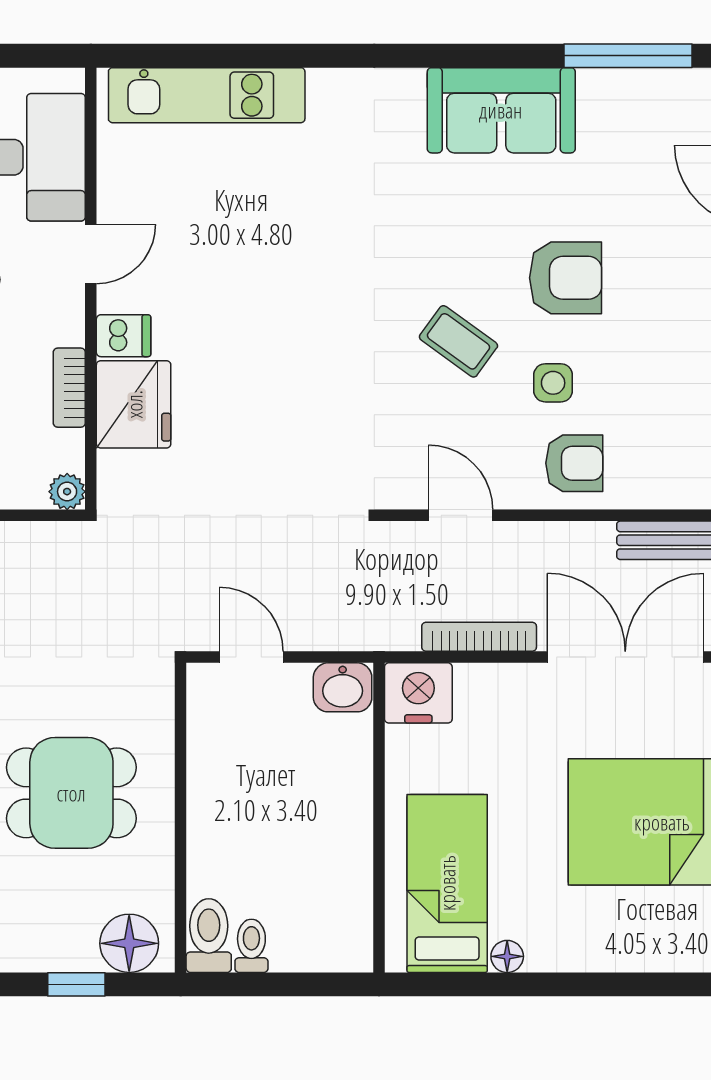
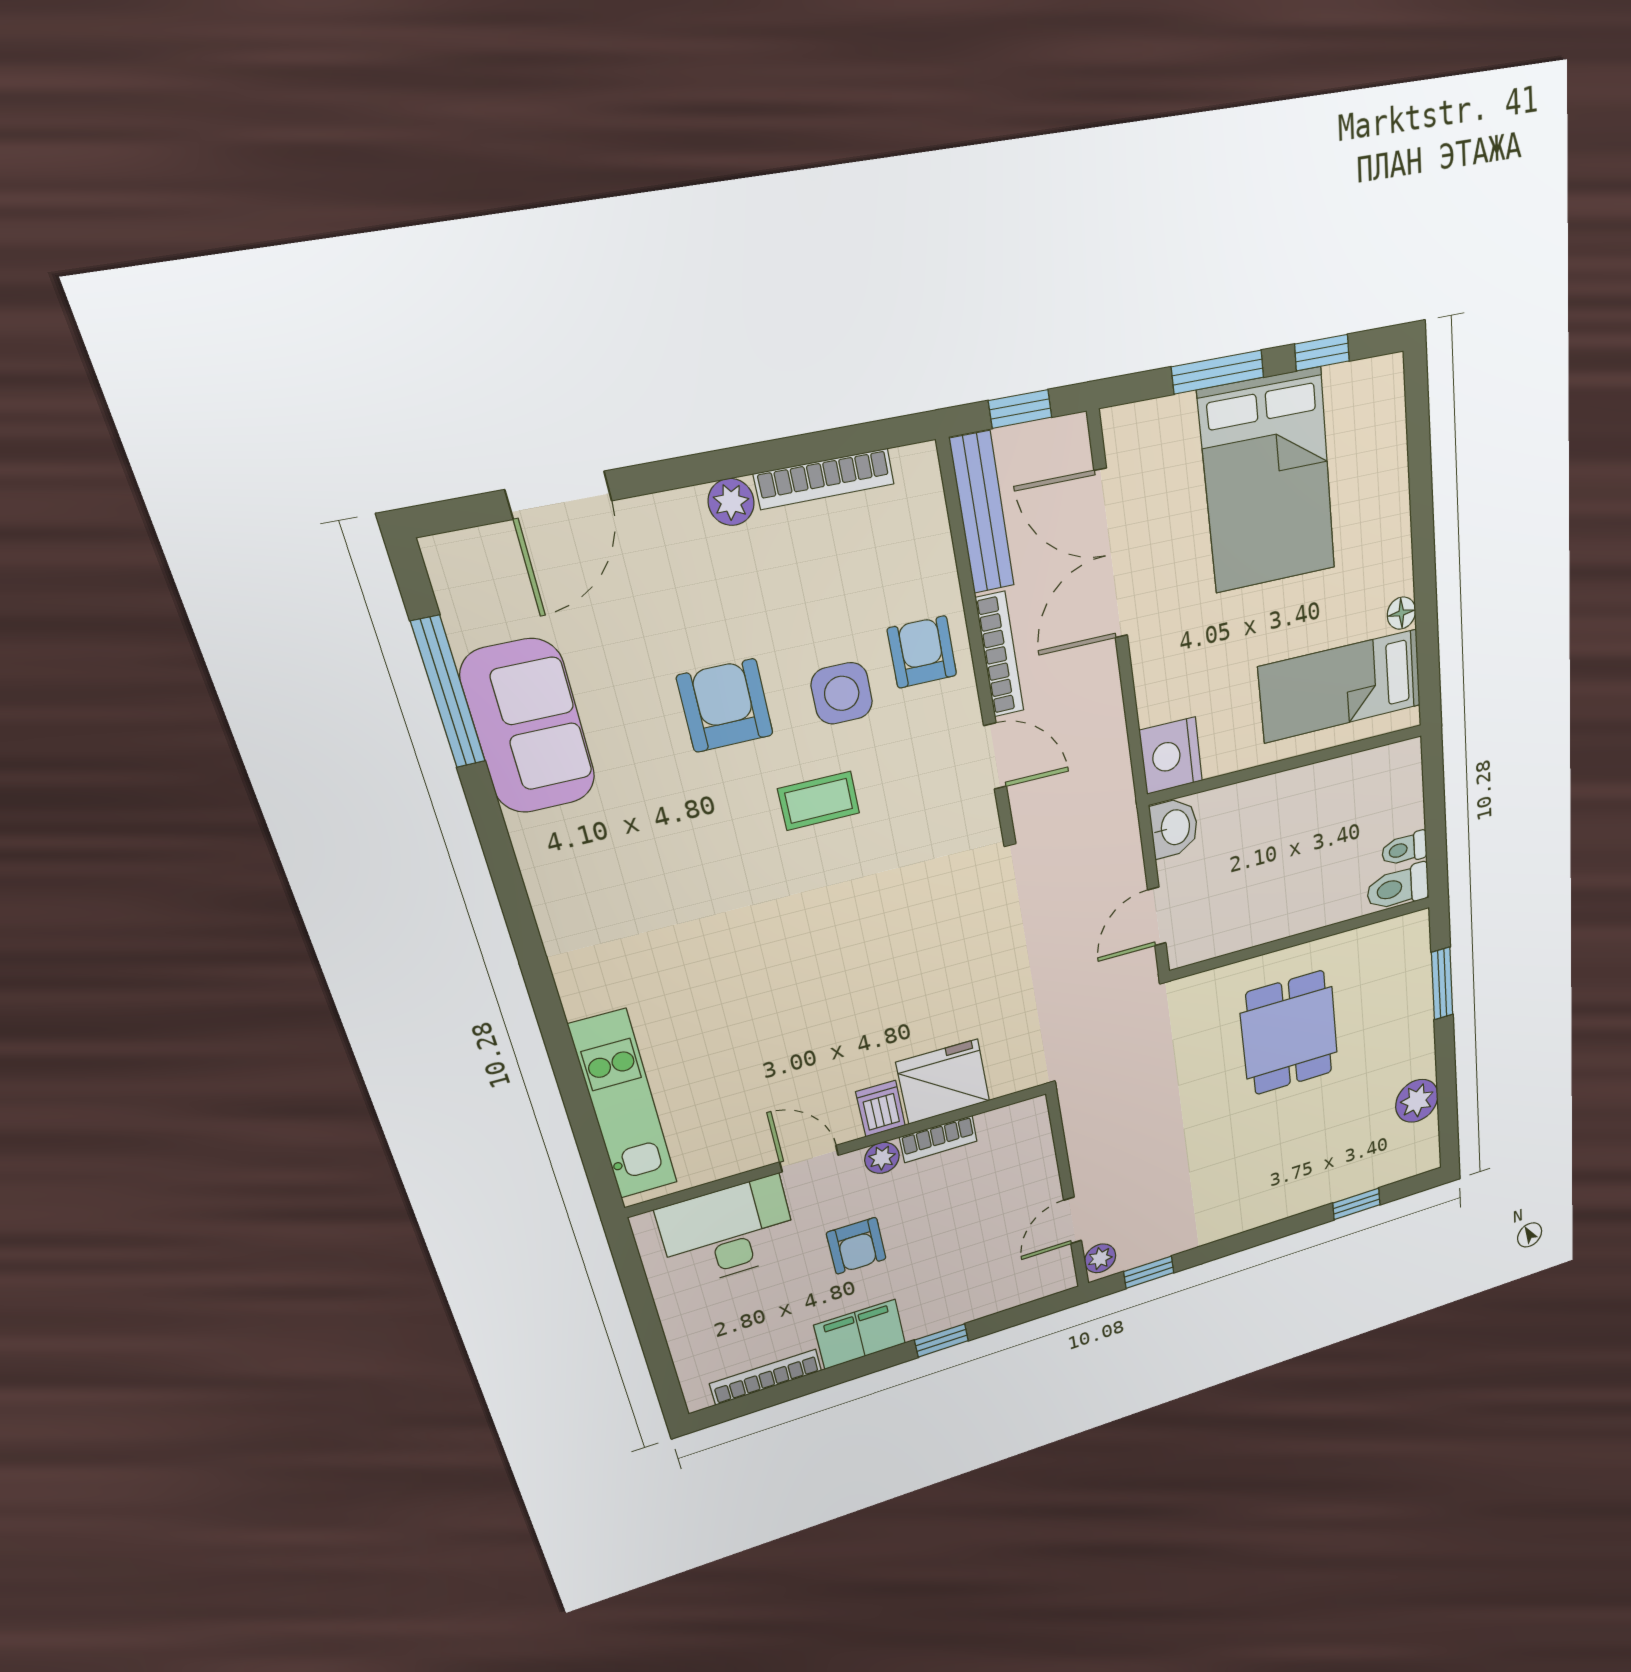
sofa: (501, 110) -> (529, 727), moved
coffee table: (458, 341) -> (819, 801), turned 54
side table: (553, 383) -> (842, 693), width x1.37, depth x1.37
plant: (67, 492) -> (882, 1158), moved
door: (461, 515) -> (995, 756), swing flipped
bookcase: (479, 637) -> (1000, 655), moved, turned 180
floor lamp: (129, 943) -> (1408, 951), removed
window: (76, 984) -> (1442, 984), width x1.50

